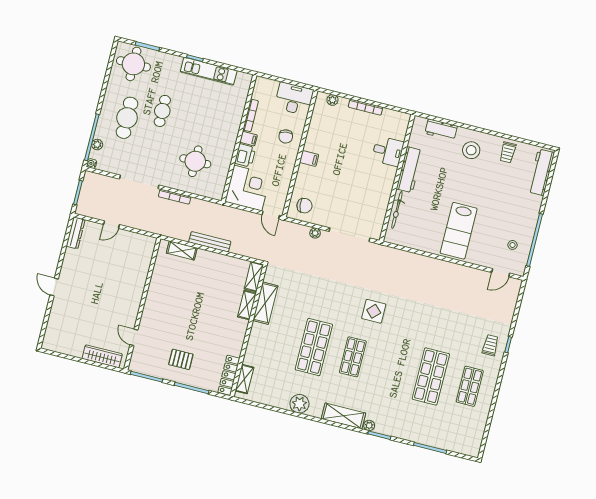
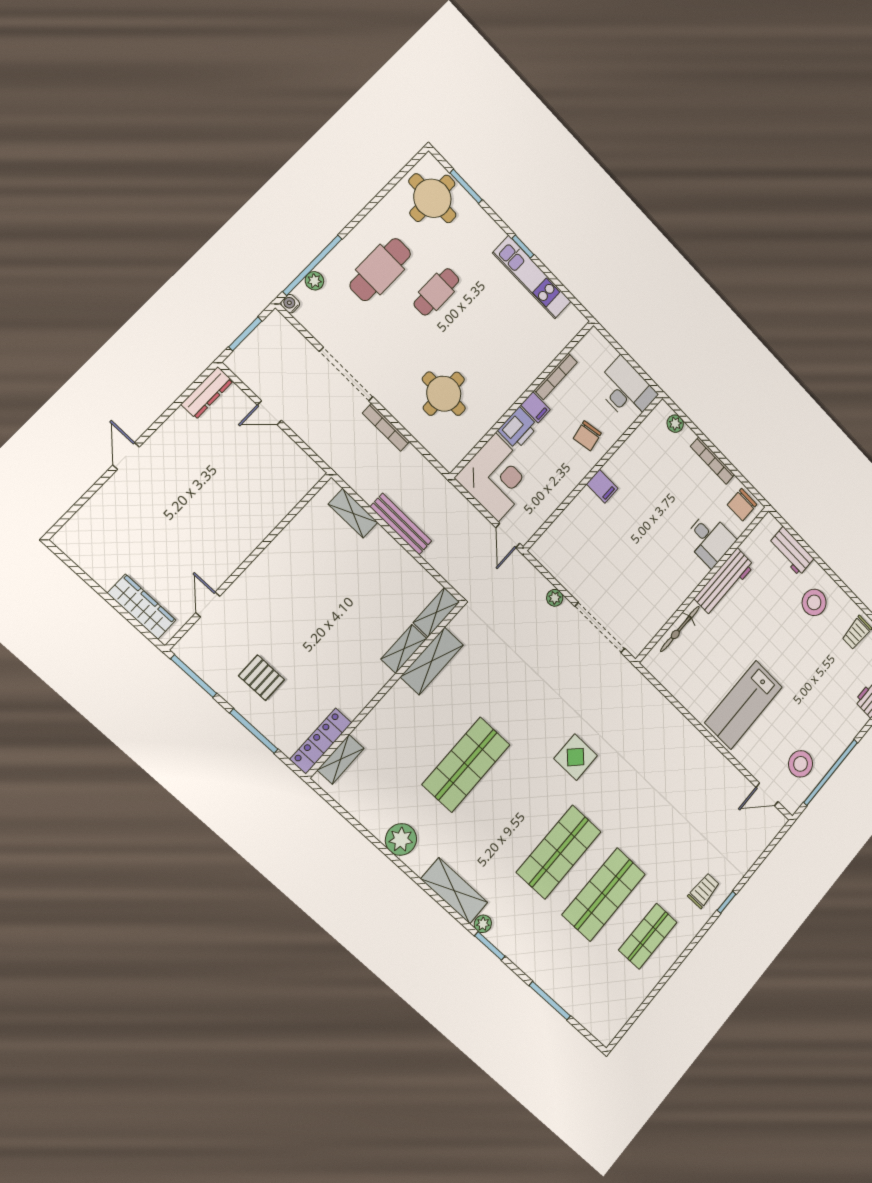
chair: (304, 206) -> (742, 505), moved, turned 97
stool: (512, 245) -> (800, 764), width x1.89, depth x1.89
shop shelf: (353, 357) -> (559, 852), moved, width x1.43, depth x1.36

